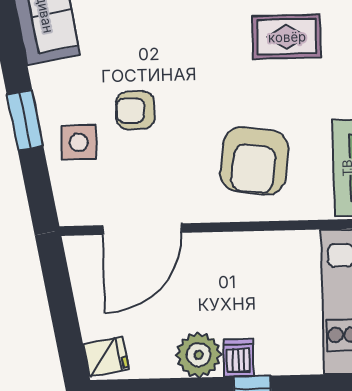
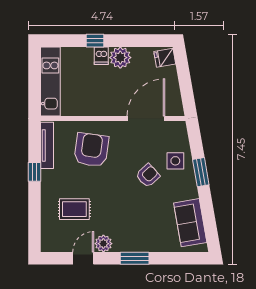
armchair: (135, 110) -> (148, 176), turned -43

